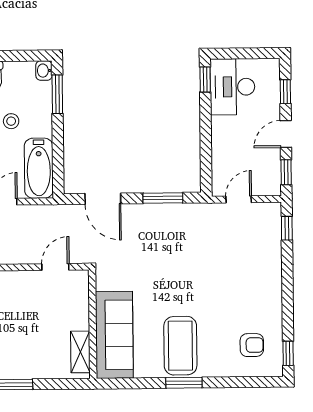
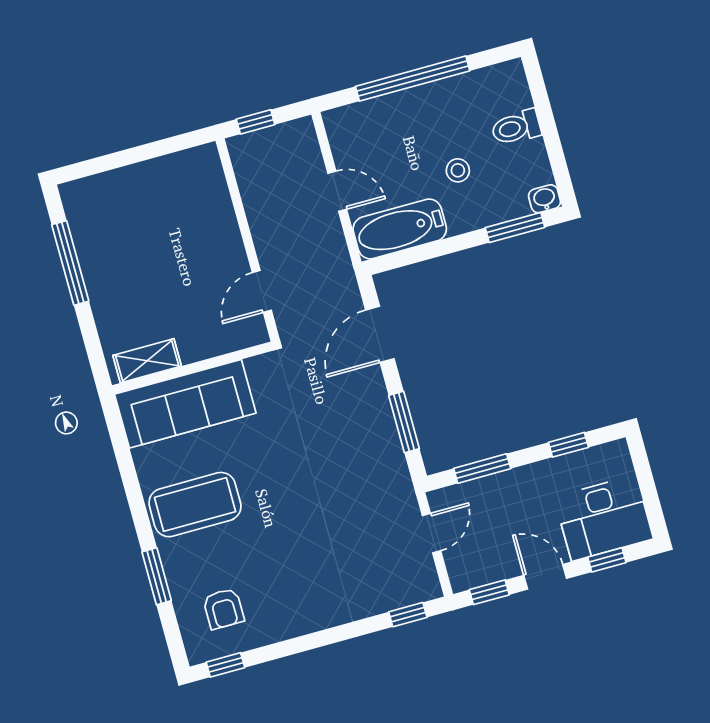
window: (205, 80) -> (568, 445), moved
desk: (232, 87) -> (604, 518), moved, turned 180
window: (206, 156) -> (482, 469), added
door: (239, 199) -> (431, 533), hinge flipped
door: (55, 267) -> (262, 291), swing flipped
window: (184, 383) -> (157, 576), moved

